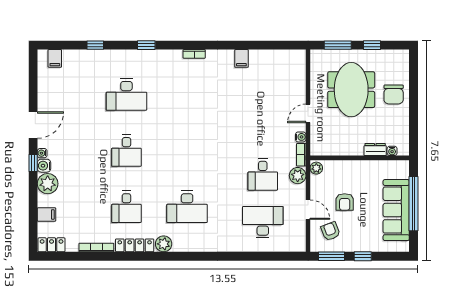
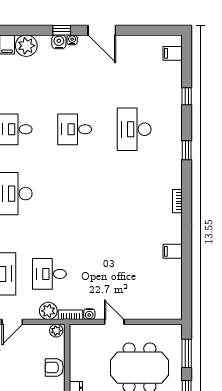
plant: (48, 184) -> (26, 46), moved
armchair: (345, 202) -> (54, 367), moved

